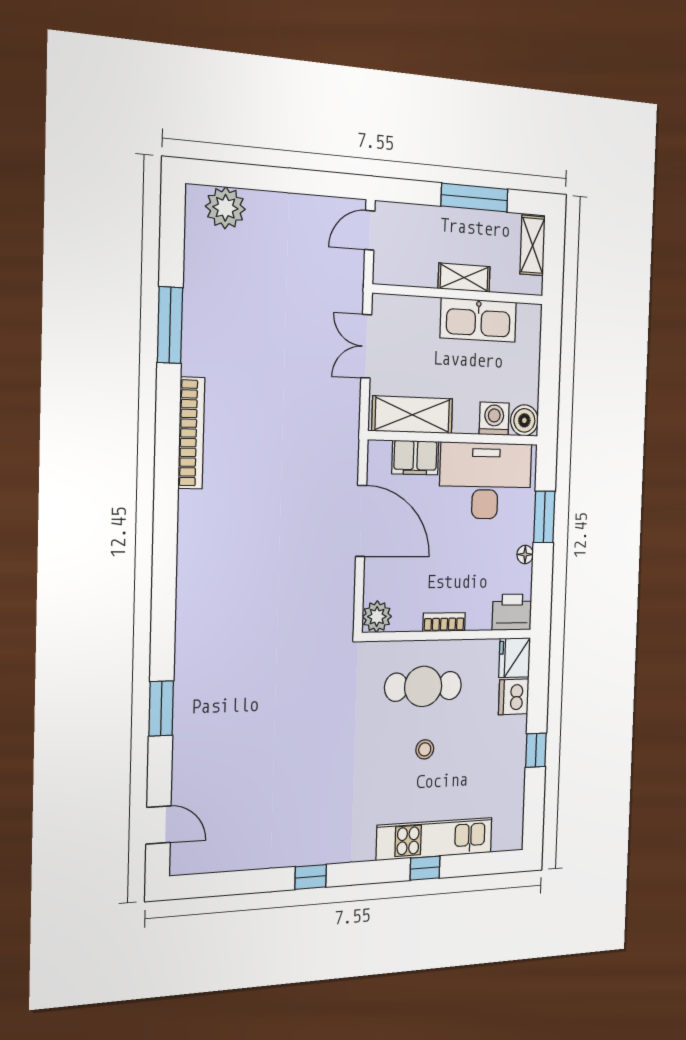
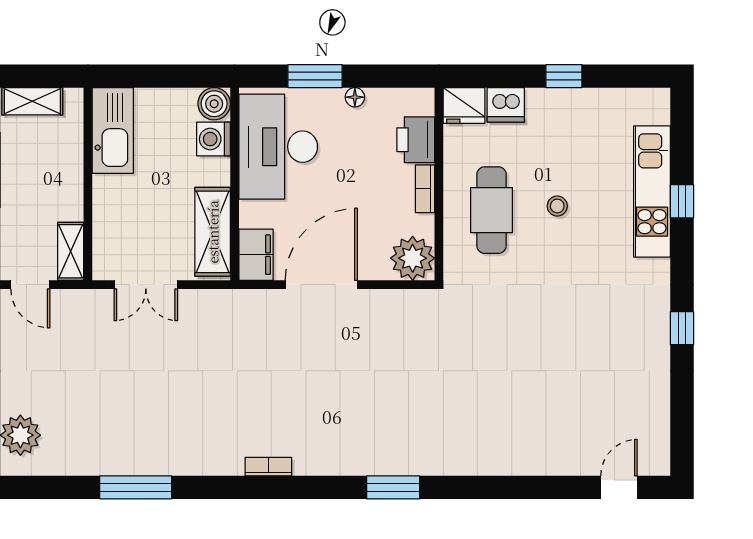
shelving: (464, 278) -> (71, 251), moved
kitchen sink: (478, 320) -> (113, 130), moved
bookcase: (191, 433) -> (268, 467), width x0.43, depth x0.76
filing cabinet: (415, 458) -> (256, 255), moved
printer: (512, 612) -> (416, 140), moved
plant: (377, 617) -> (413, 258), width x1.36, depth x1.36
window: (161, 708) -> (393, 487), moved

